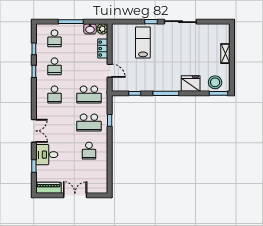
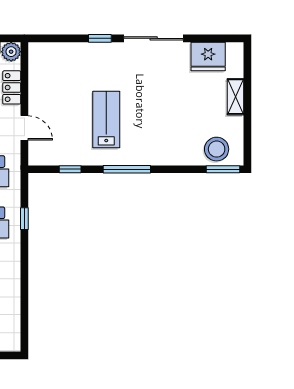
lab bench: (143, 42) -> (106, 120), moved
fridge: (191, 83) -> (208, 56), moved, turned 180

